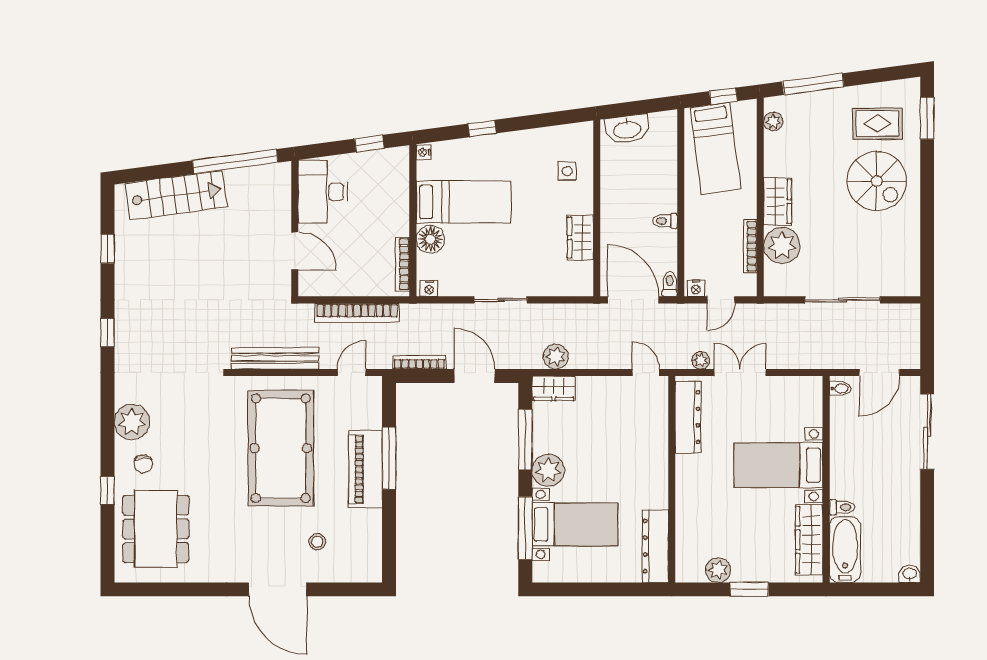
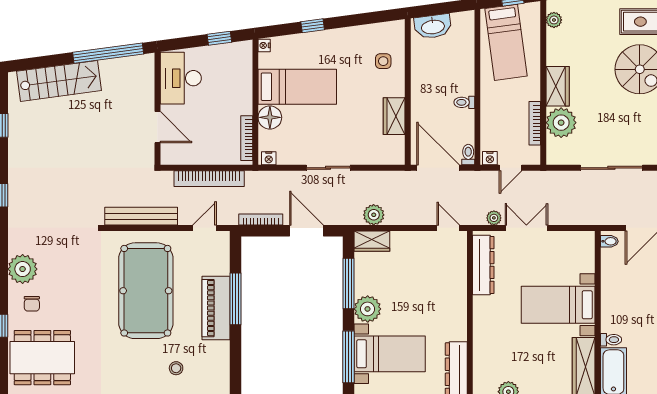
dining table: (156, 529) -> (42, 358), turned 90

